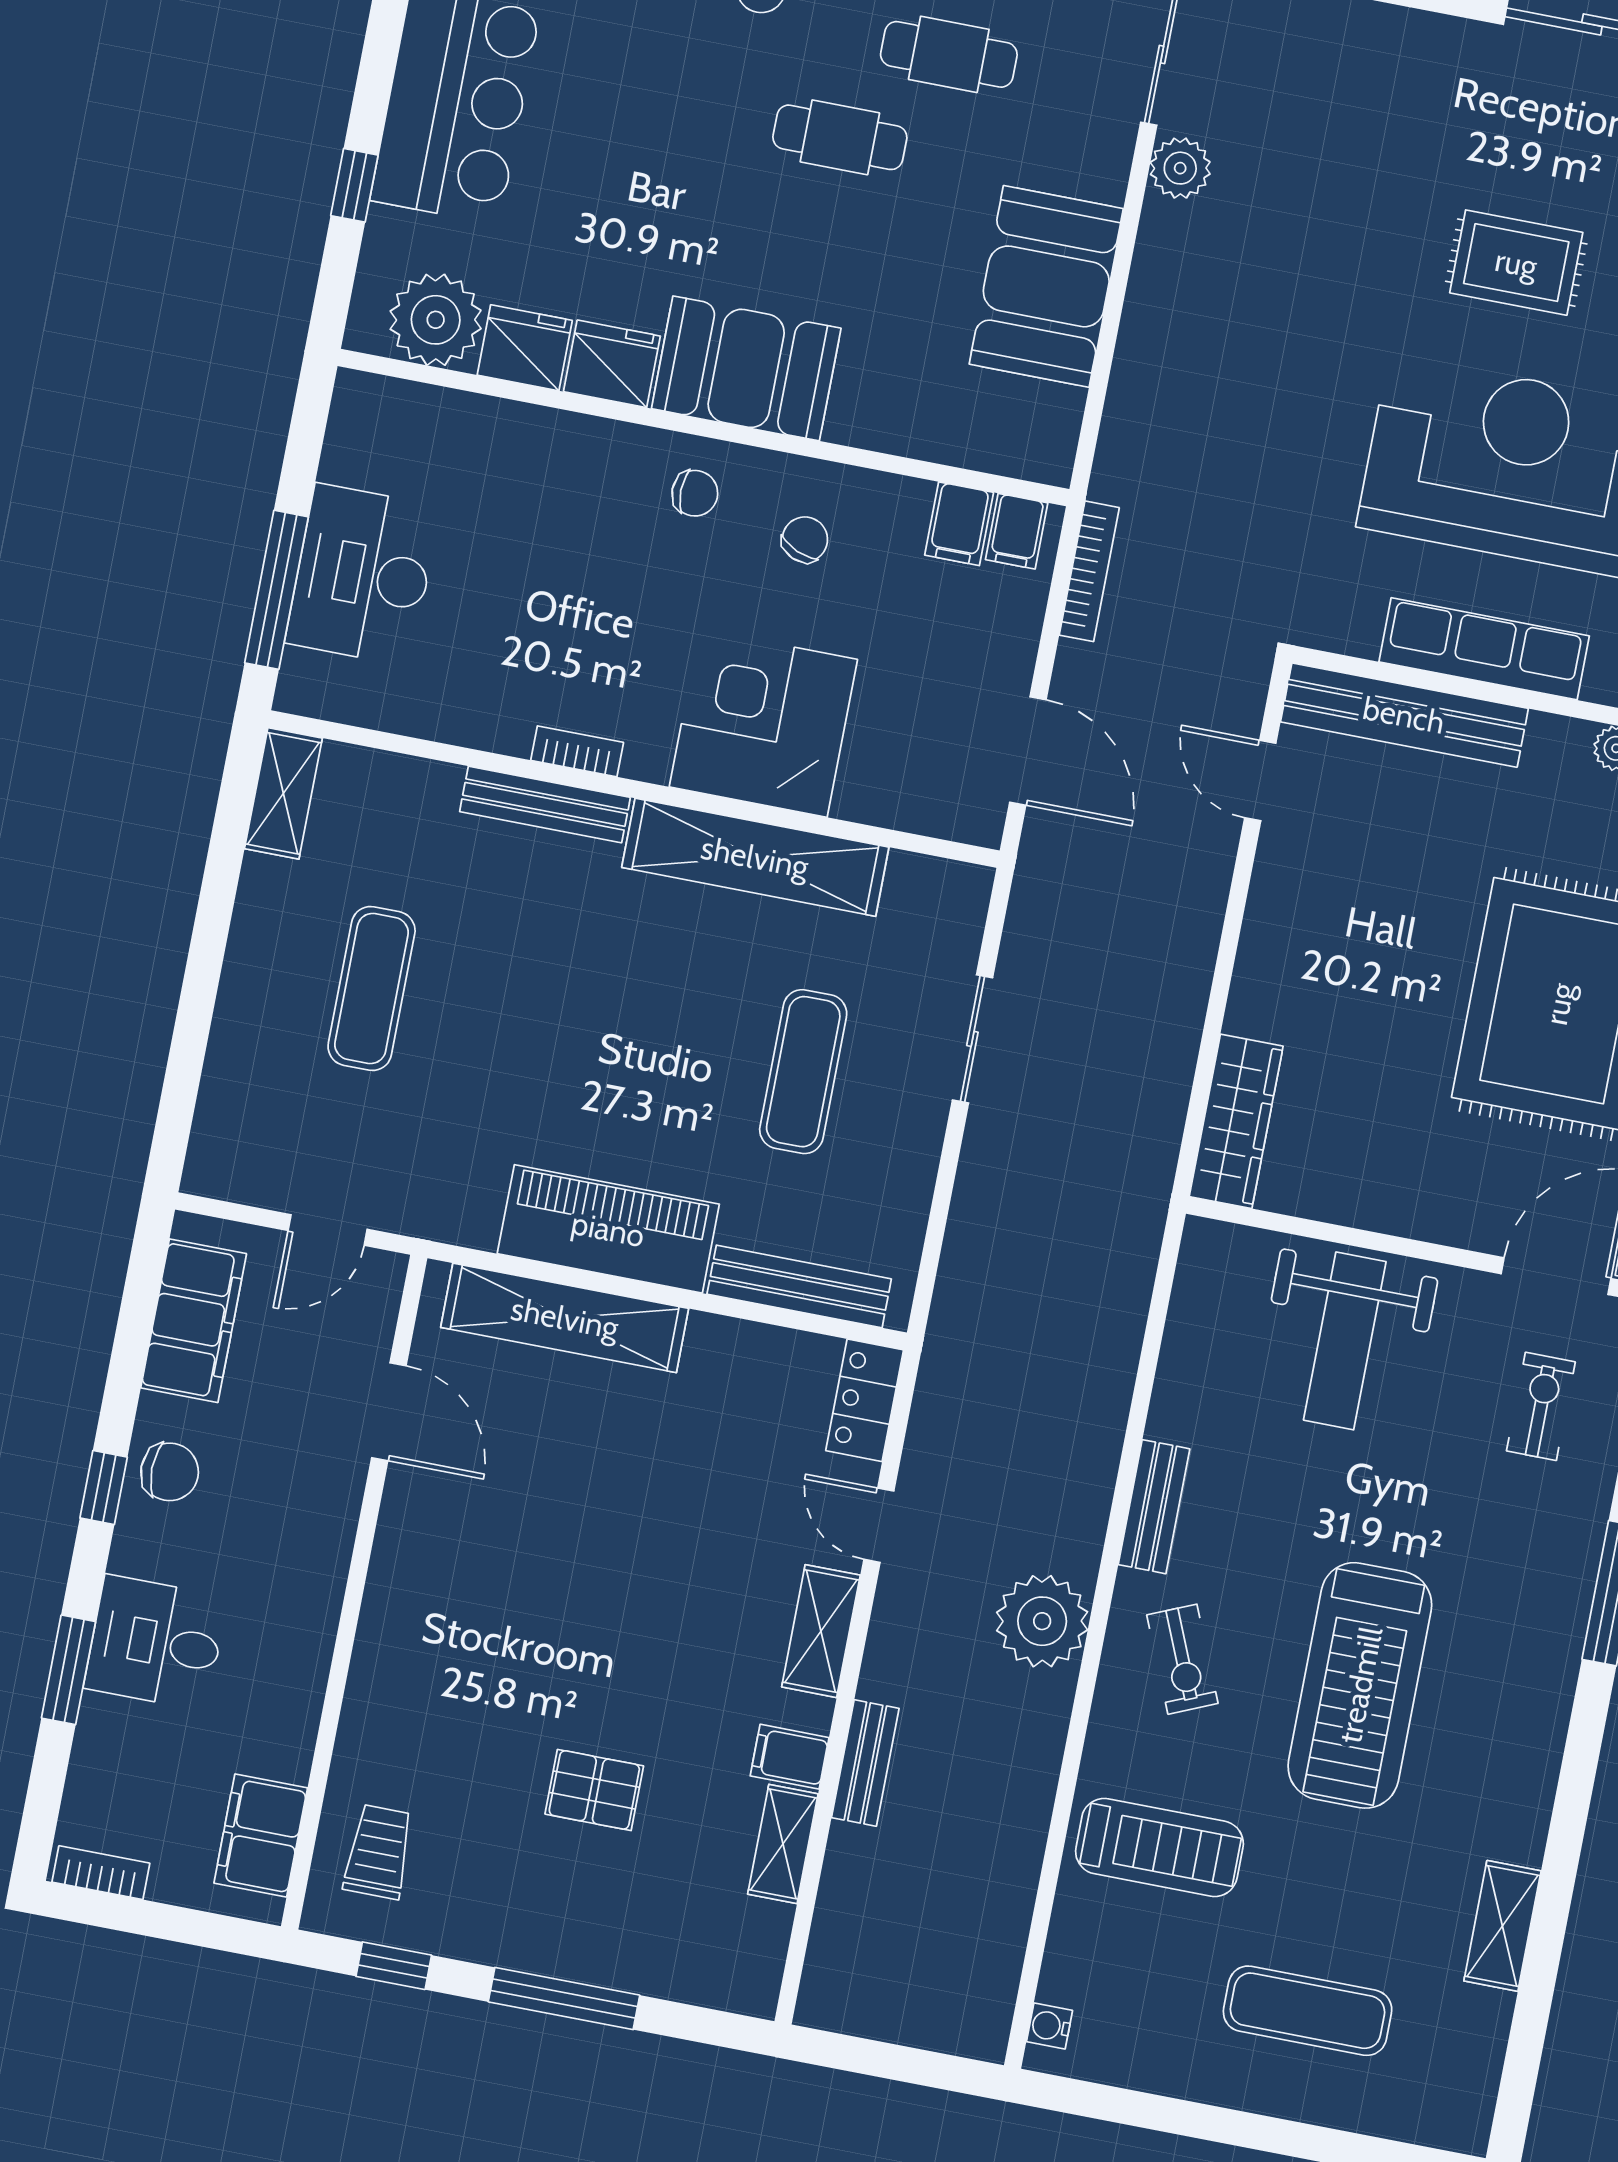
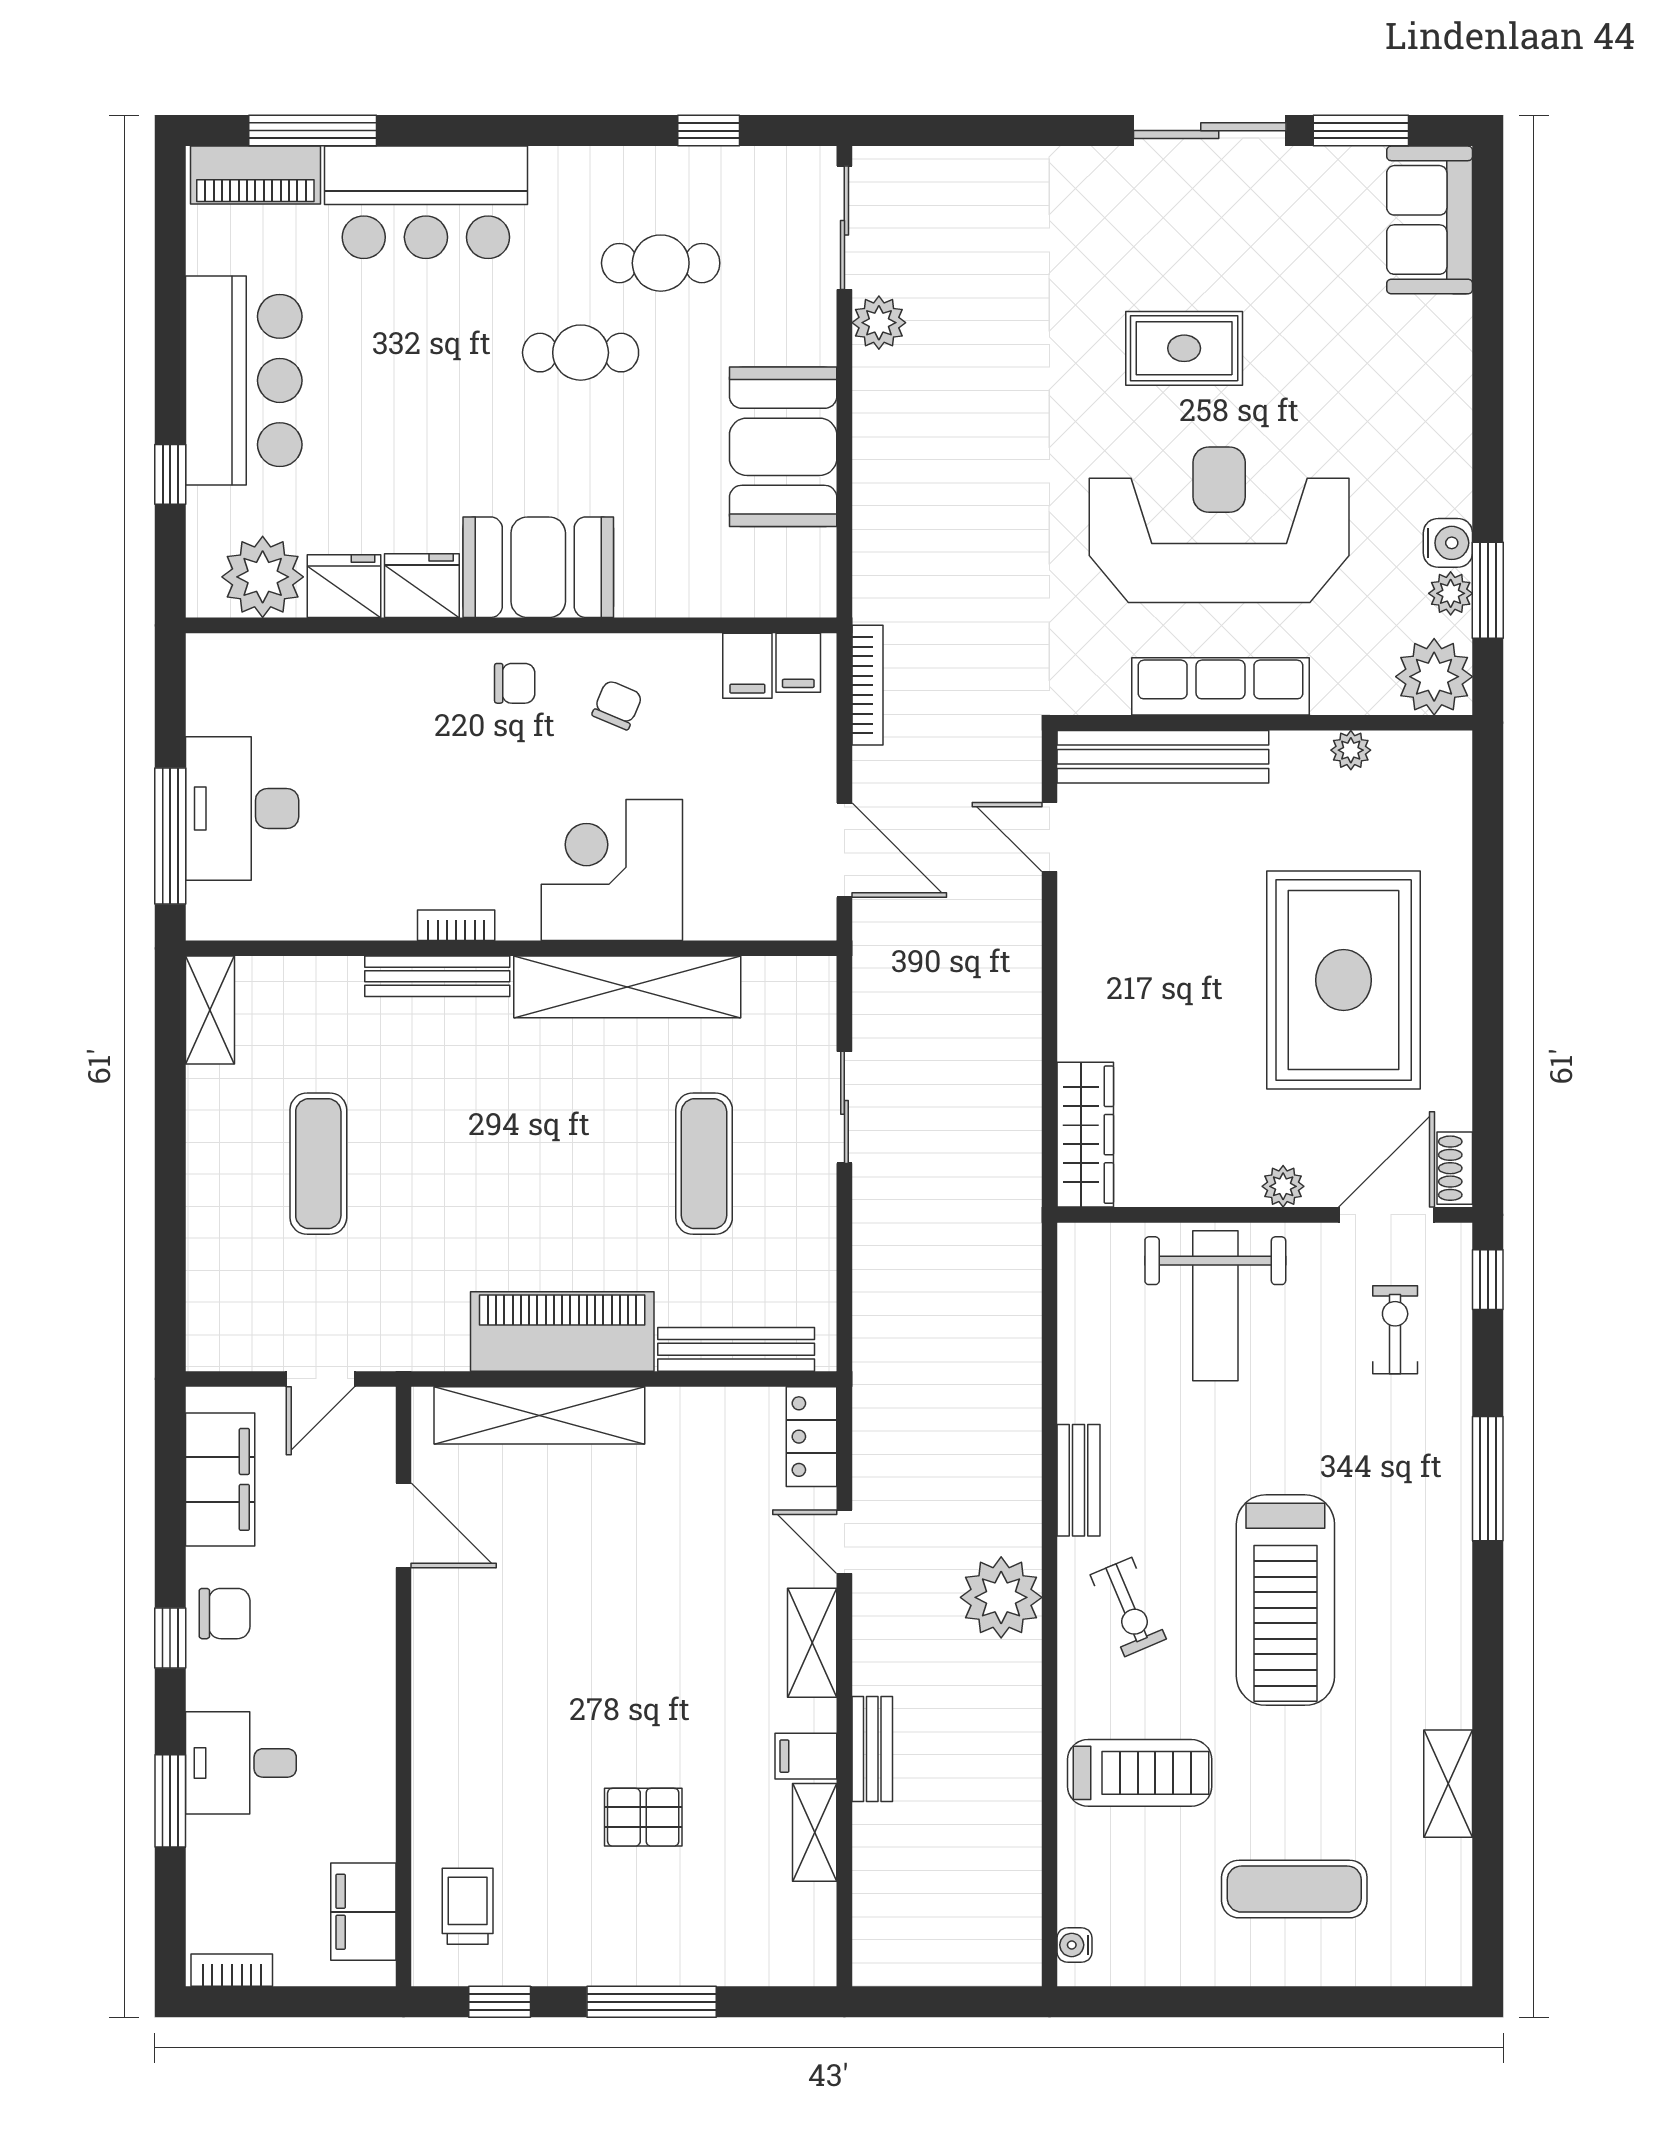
plant: (1446, 1222) -> (1283, 1186), added

